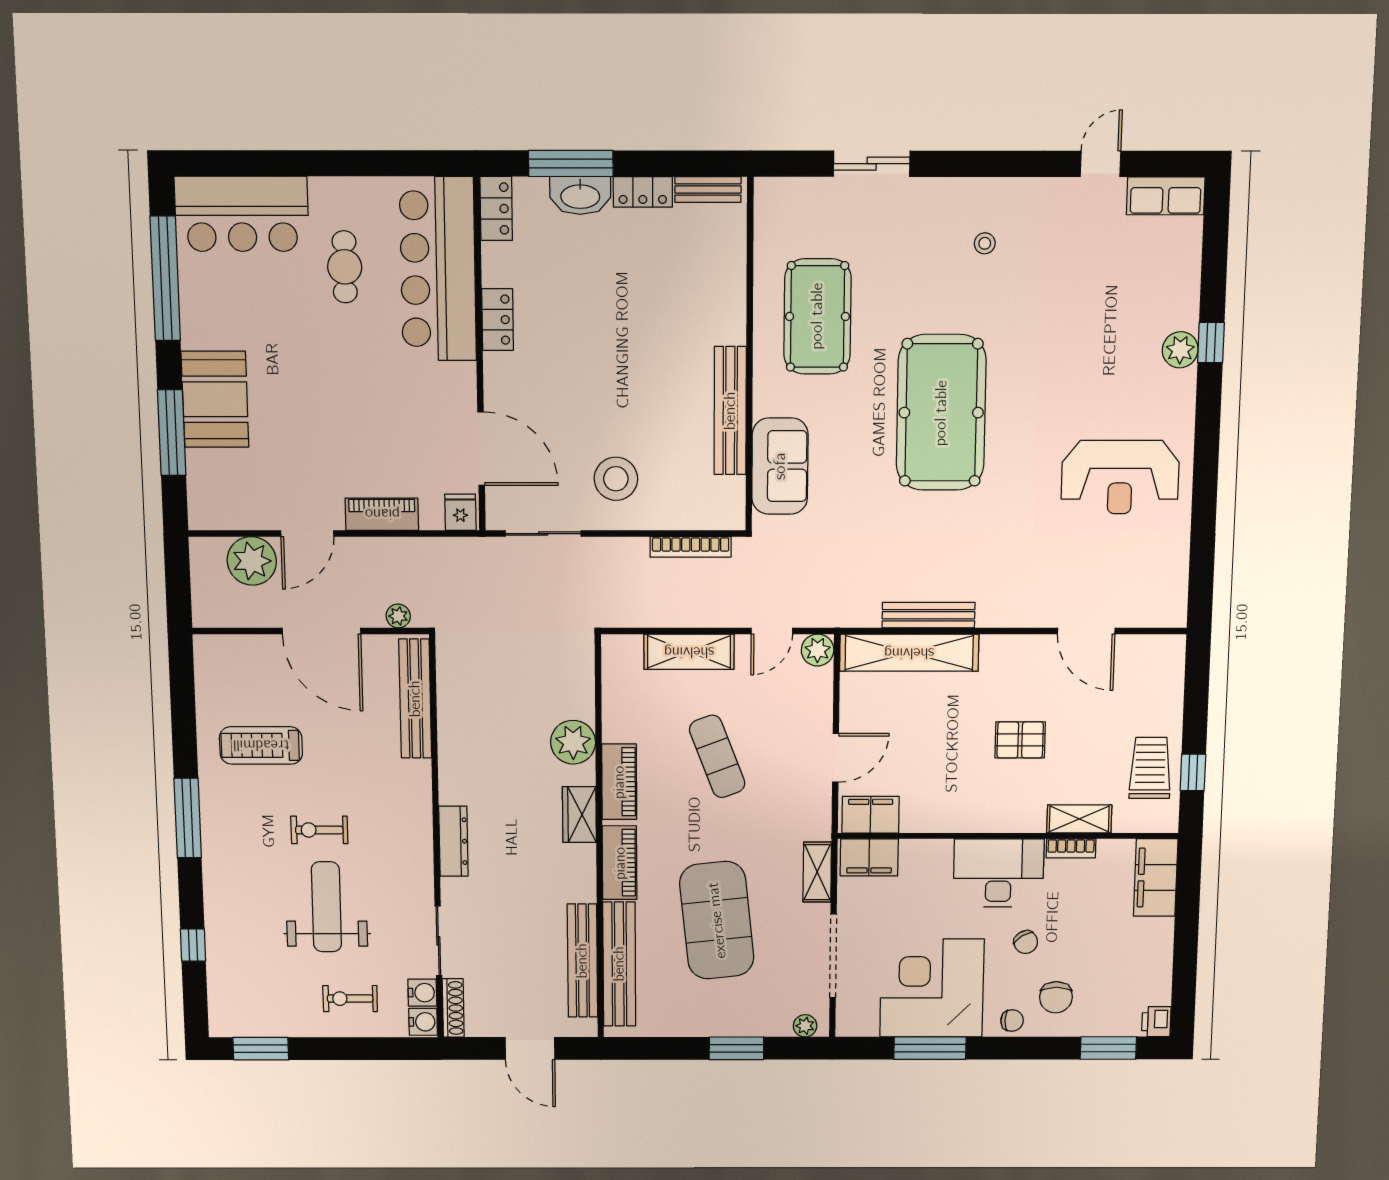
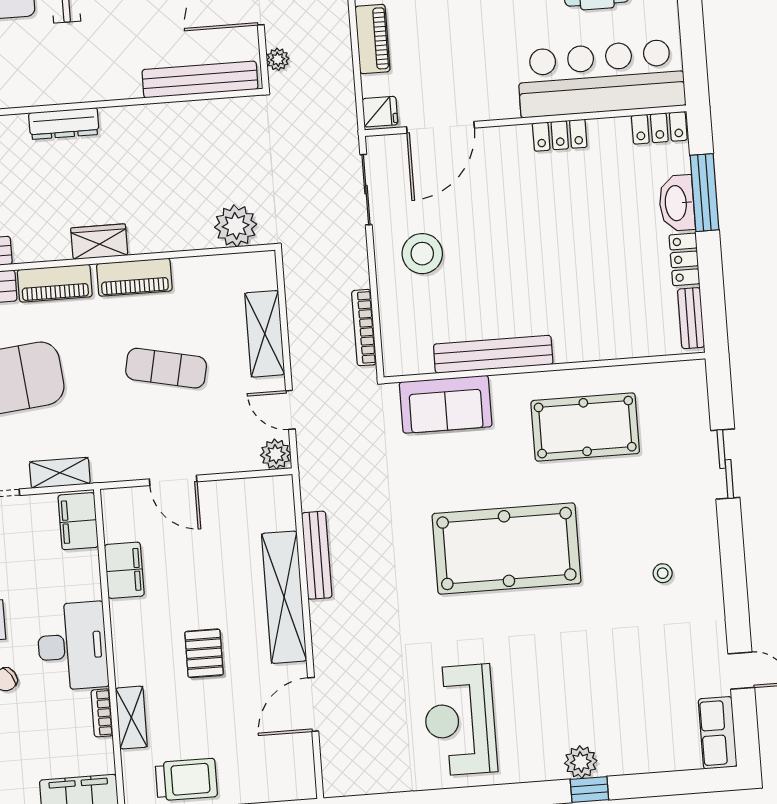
shelving: (909, 653) -> (284, 597), moved
plant: (573, 742) -> (236, 226), moved
exercise mat: (717, 756) -> (166, 368), turned 33
filing cabinet: (870, 815) -> (124, 570), moved

